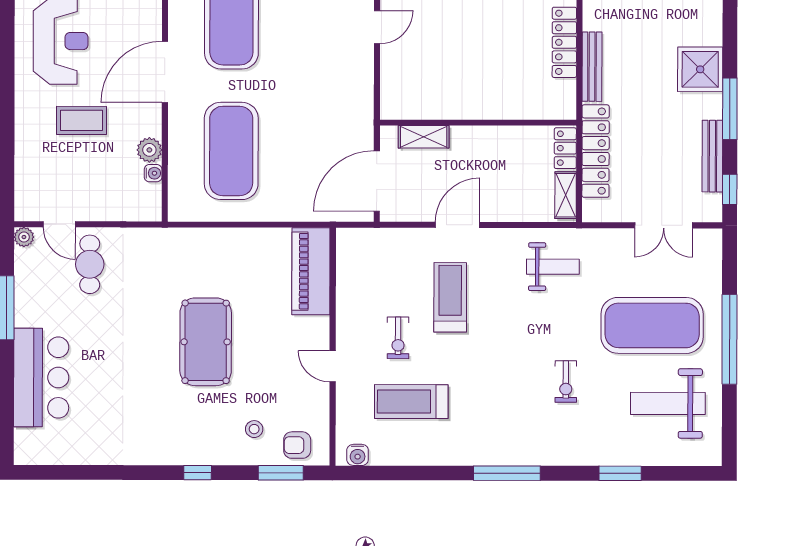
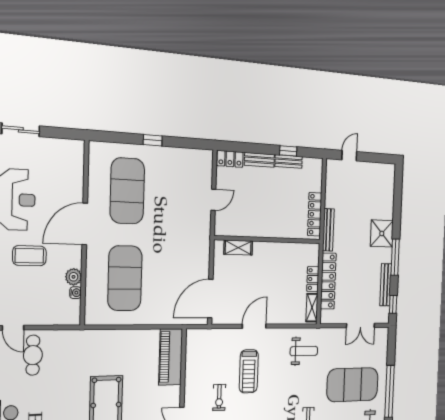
wall: (478, 123) -> (268, 240), moved
shelving: (424, 137) -> (238, 248), moved
treadmill: (450, 297) -> (249, 371), turned 180

